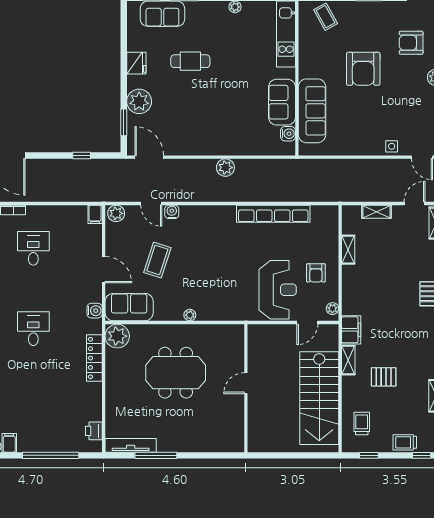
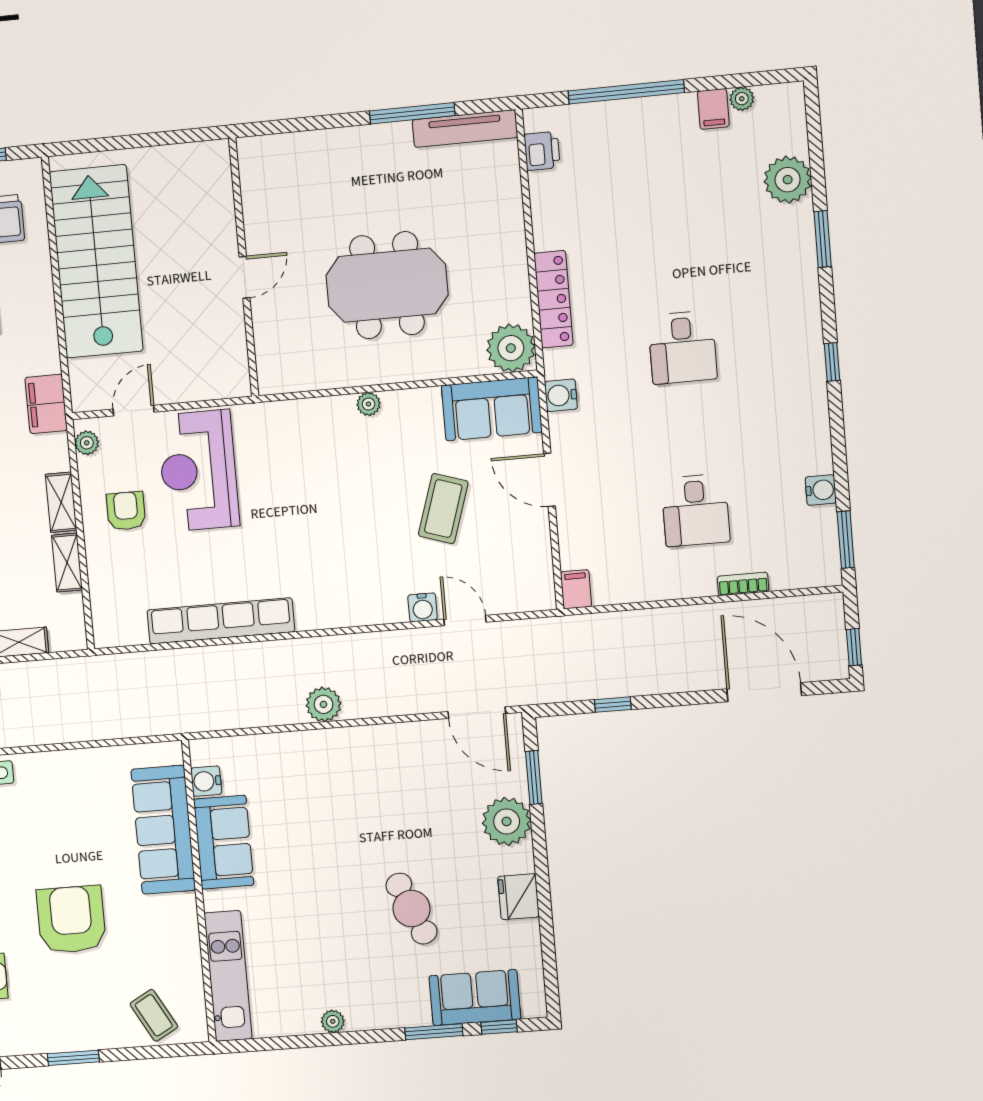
cafe table: (190, 61) -> (411, 909), turned 67
plant: (116, 213) -> (534, 595), removed
shelving: (348, 360) -> (61, 502), moved

